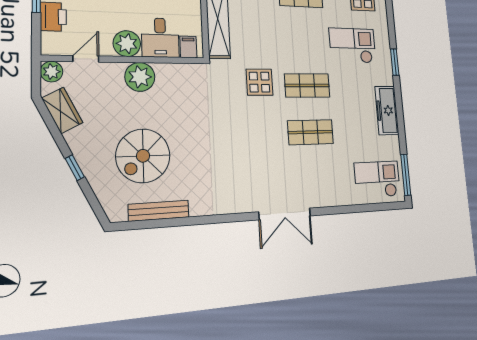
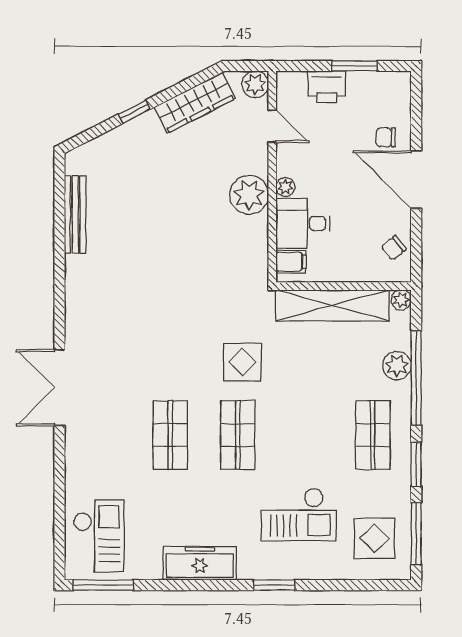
plant: (127, 44) -> (285, 187), width x0.53, depth x0.53
checkout: (353, 46) -> (299, 515), turned 90
wardrobe: (62, 110) -> (195, 103), width x1.50
spiral stairs: (143, 156) -> (146, 196), removed

